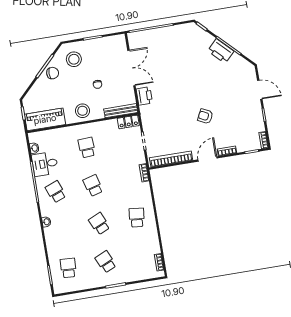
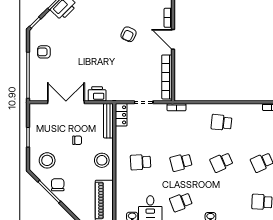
armchair: (175, 39) -> (44, 52), added

